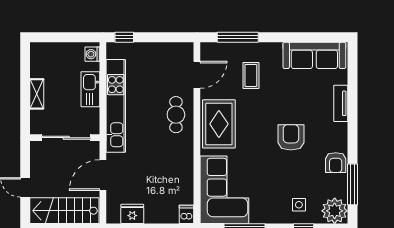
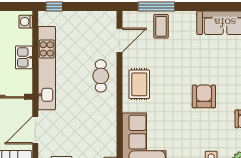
coffee table: (251, 75) -> (161, 26), moved
kitchen sink: (90, 89) -> (24, 57), width x0.73
rug: (219, 124) -> (139, 84), width x0.73, depth x0.70

